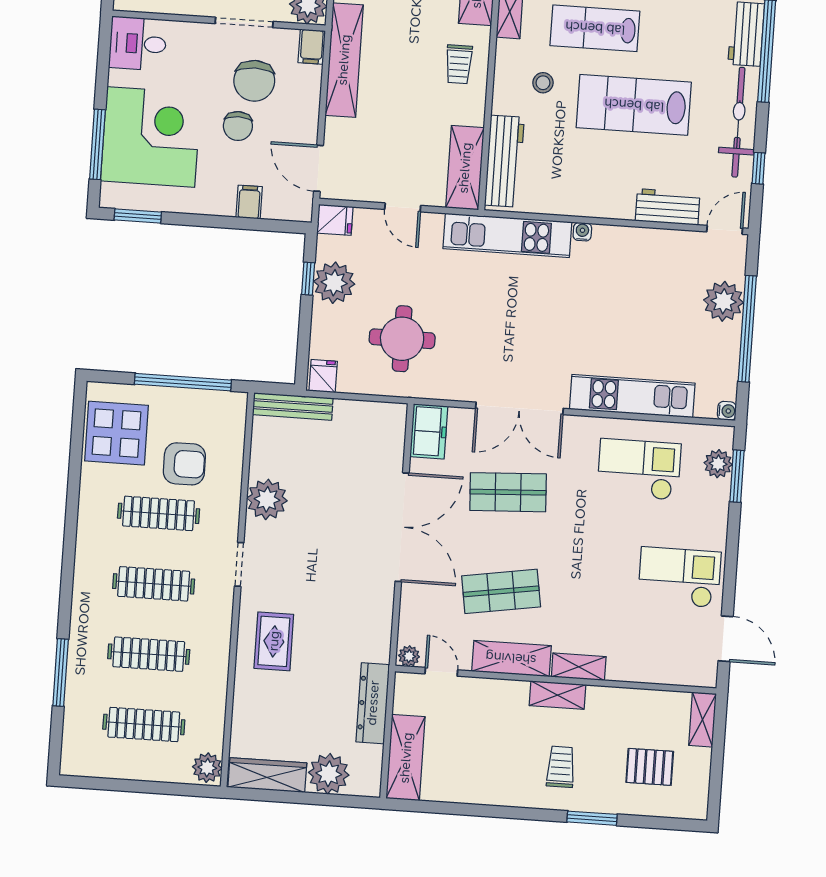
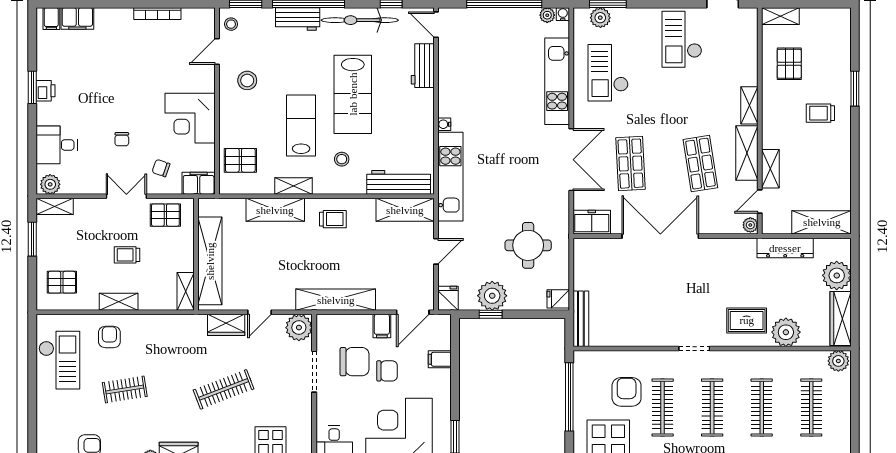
lab bench: (595, 28) -> (301, 125), turned 180
filing cabinet: (312, 47) -> (382, 326), moved, turned 90
plant: (724, 301) -> (547, 15), moved, width x0.53, depth x0.53
plant: (267, 499) -> (786, 332), moved
shelving: (557, 695) -> (770, 169), moved
pallet: (650, 767) -> (789, 64), moved

